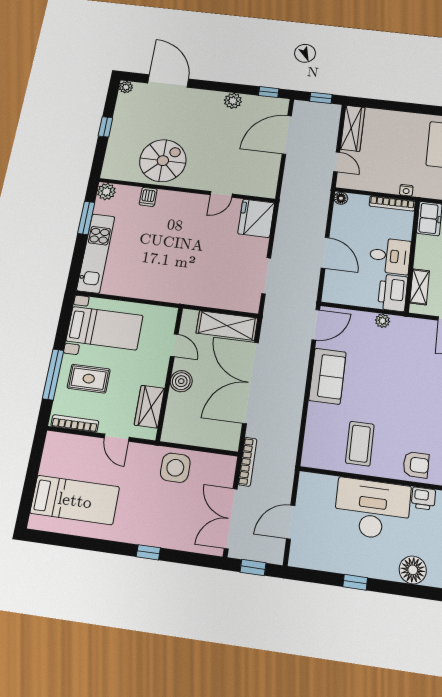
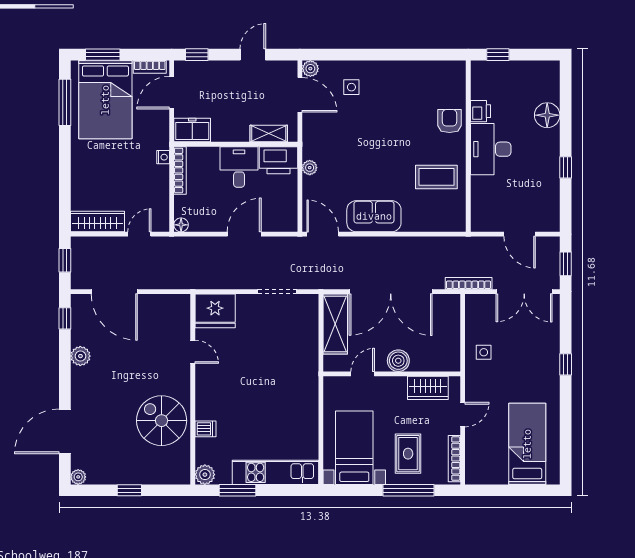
side table: (175, 468) -> (484, 352), width x0.54, depth x0.54
desk: (372, 509) -> (491, 149), width x0.73, depth x0.77

